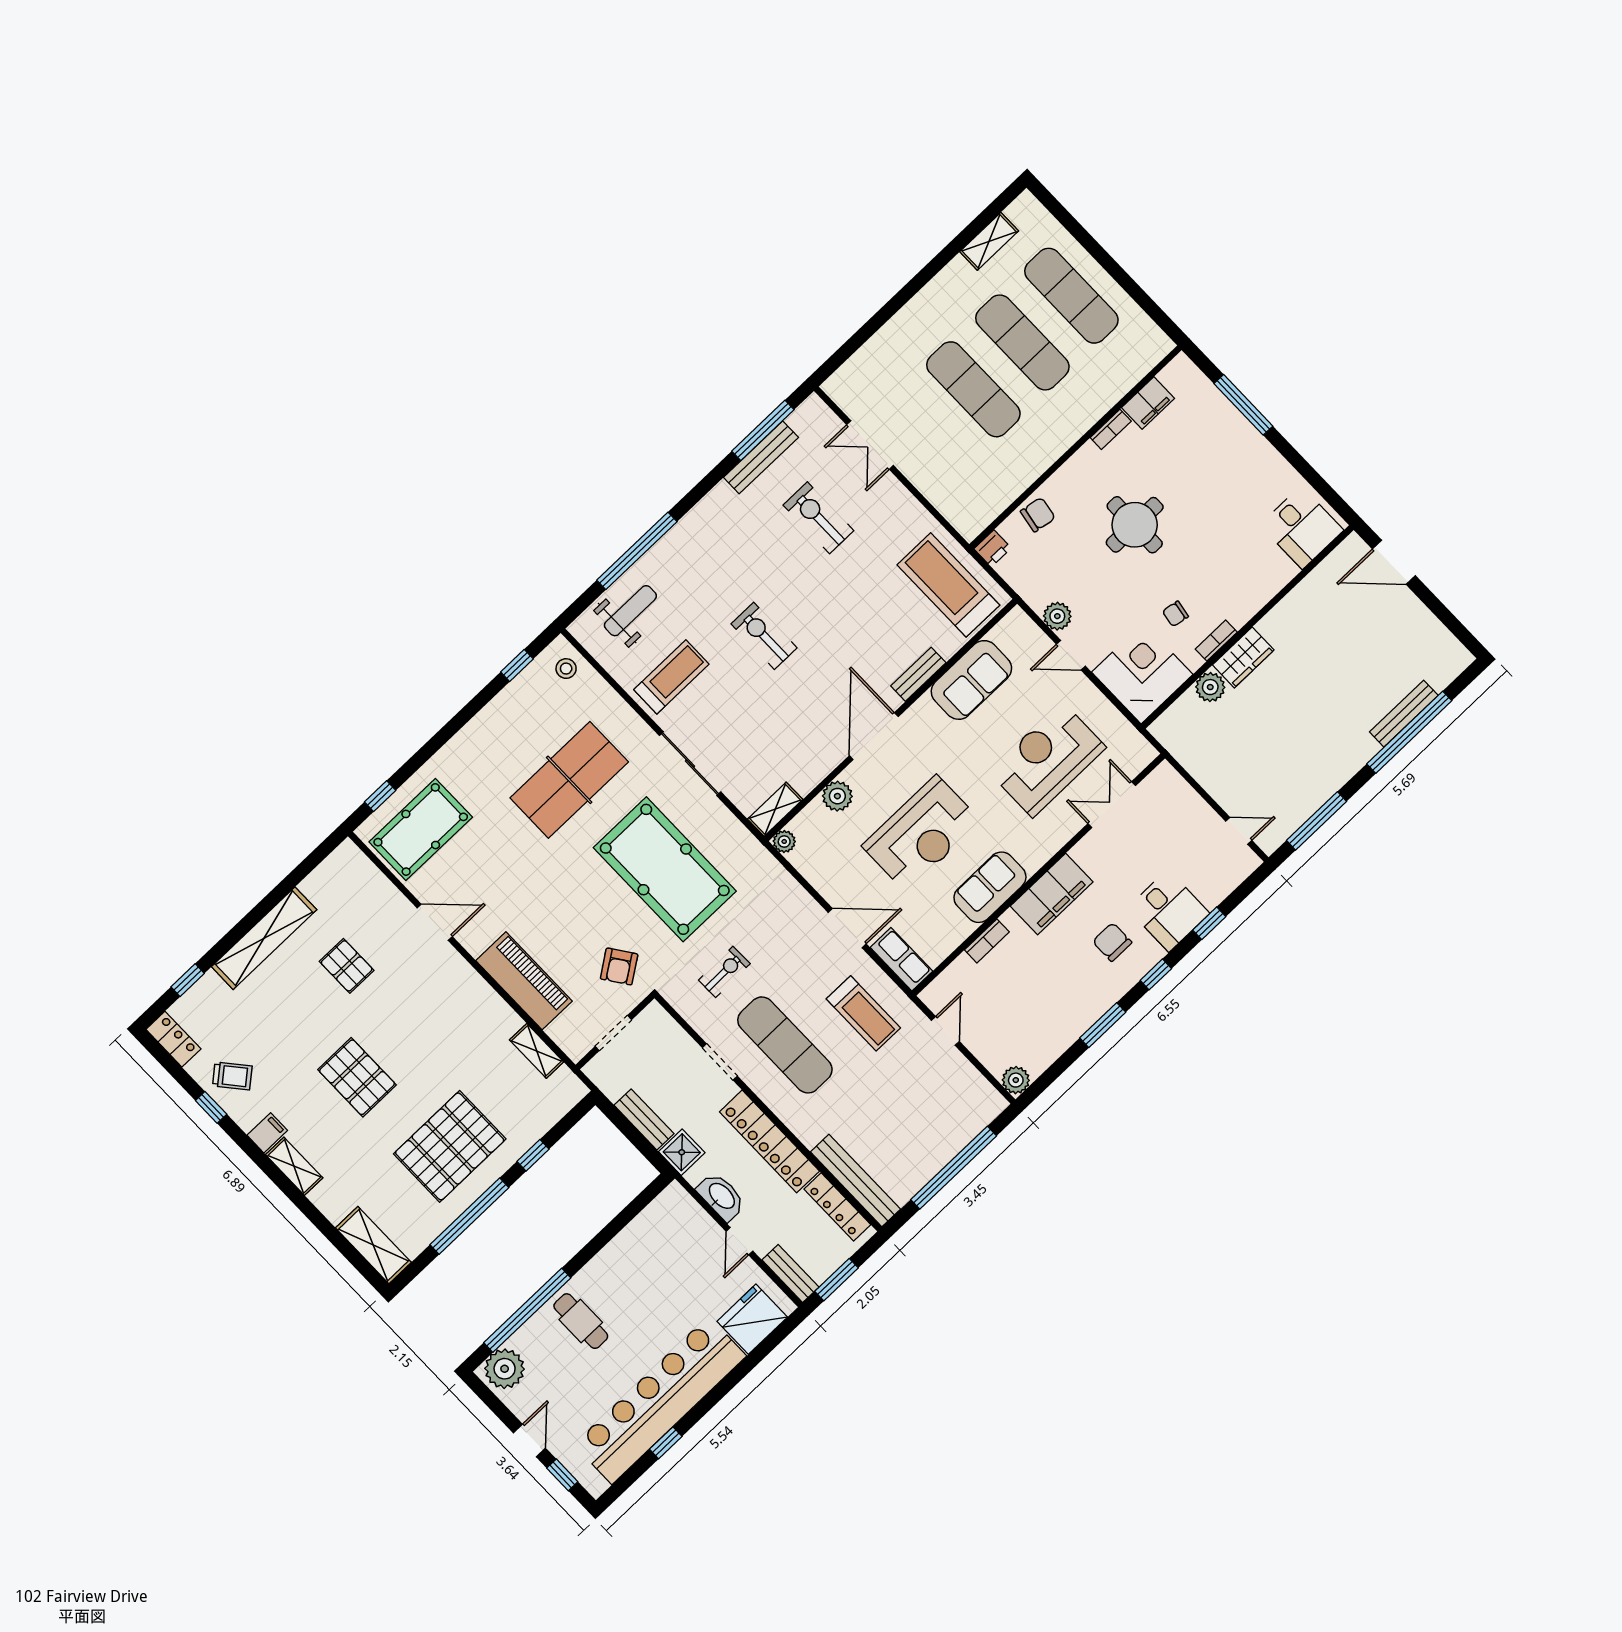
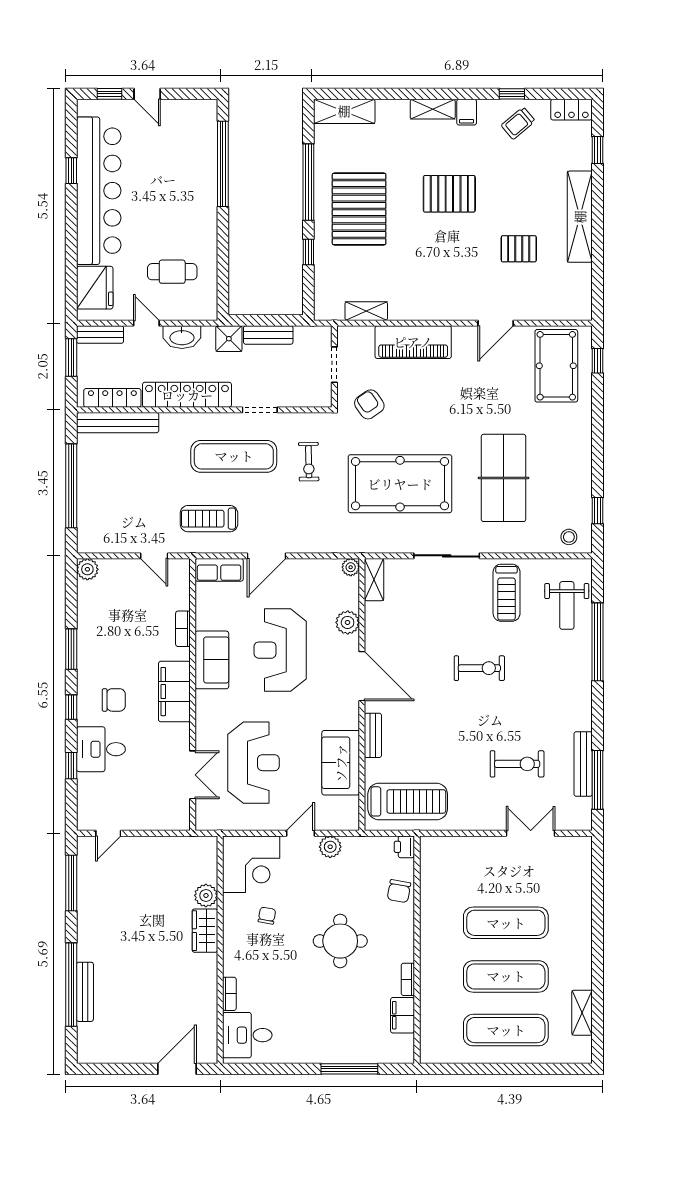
bookcase: (1216, 641) -> (229, 994), moved
cafe table: (581, 1321) -> (172, 272), moved
plant: (505, 1369) -> (202, 119), removed

